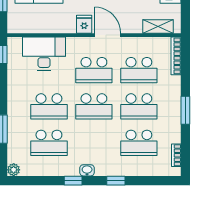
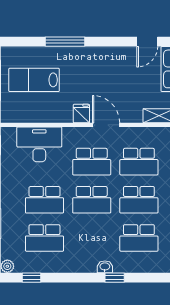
washbasin: (87, 170) -> (105, 267), moved
window: (73, 181) -> (31, 278), moved

